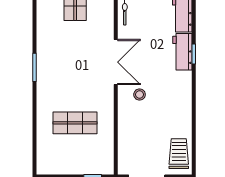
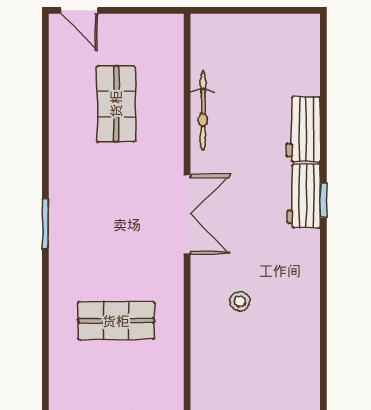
stool: (140, 95) -> (240, 301), moved
trolley: (179, 154) -> (297, 374), removed

